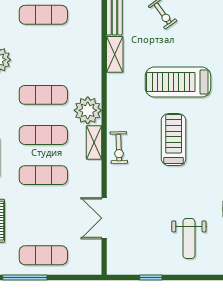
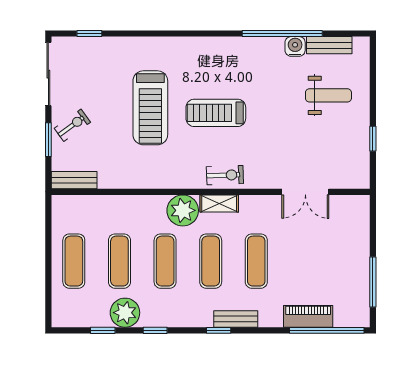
shelving: (115, 54) -> (119, 180), removed
exercise mat: (43, 255) -> (119, 261), moved

